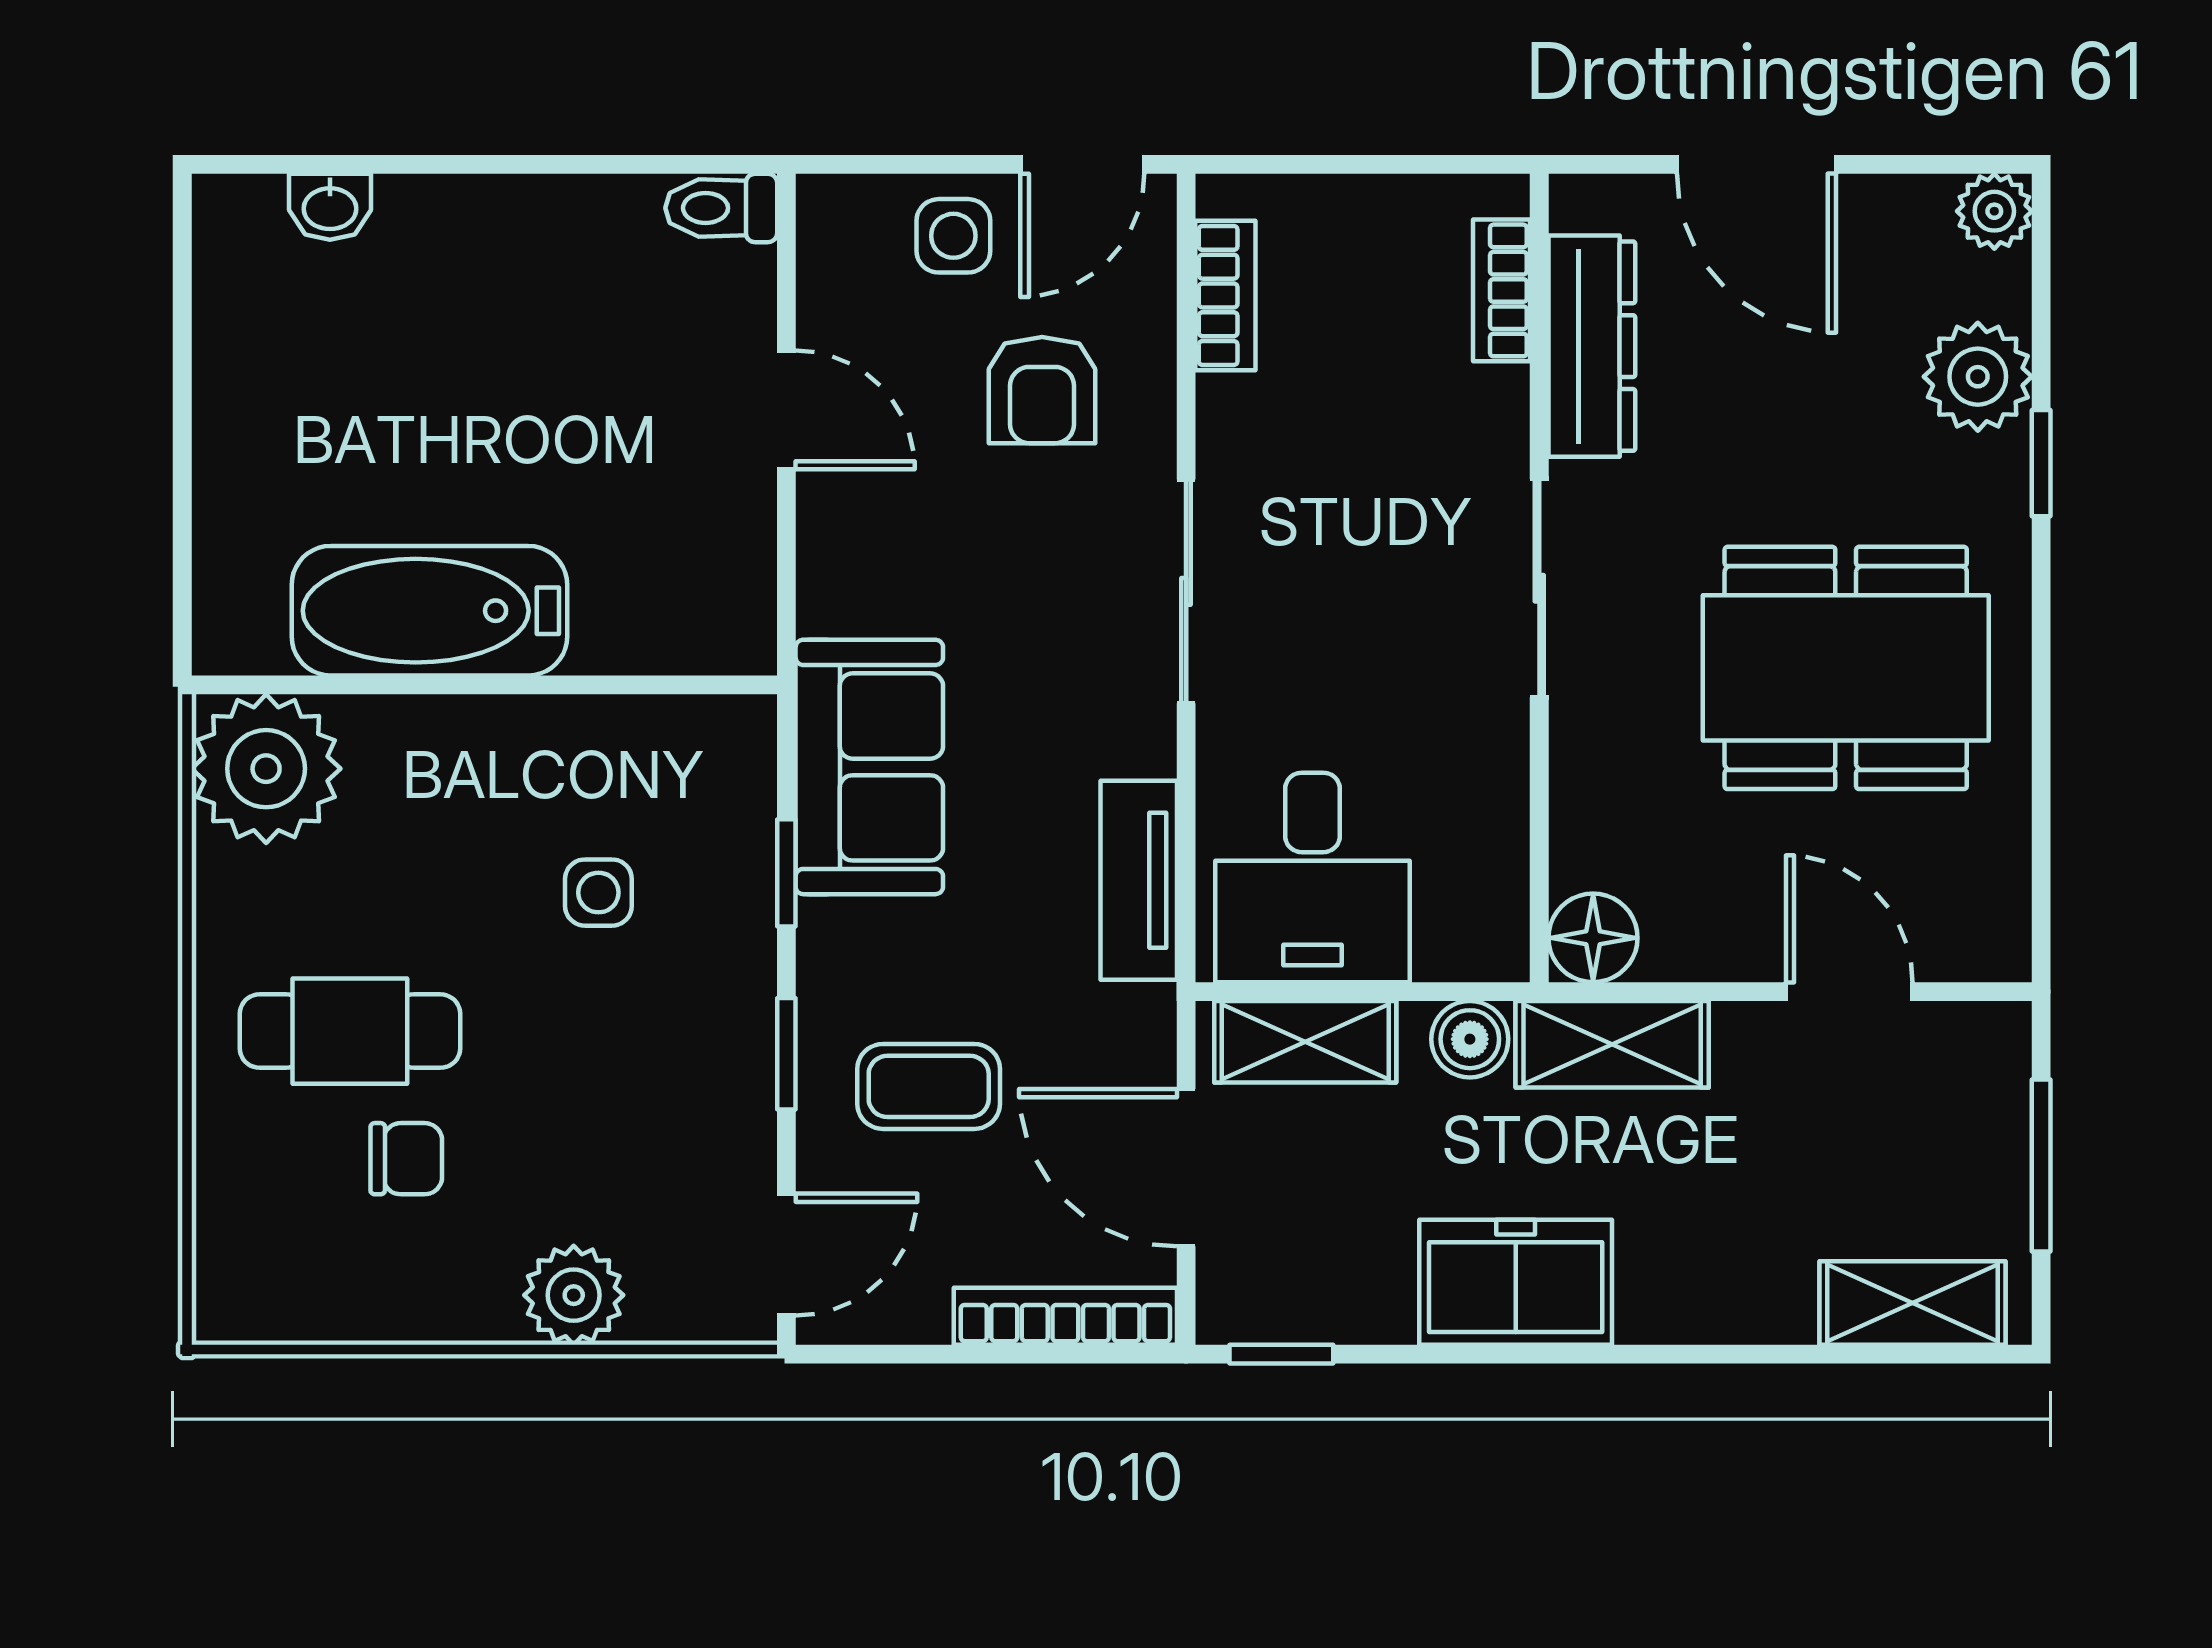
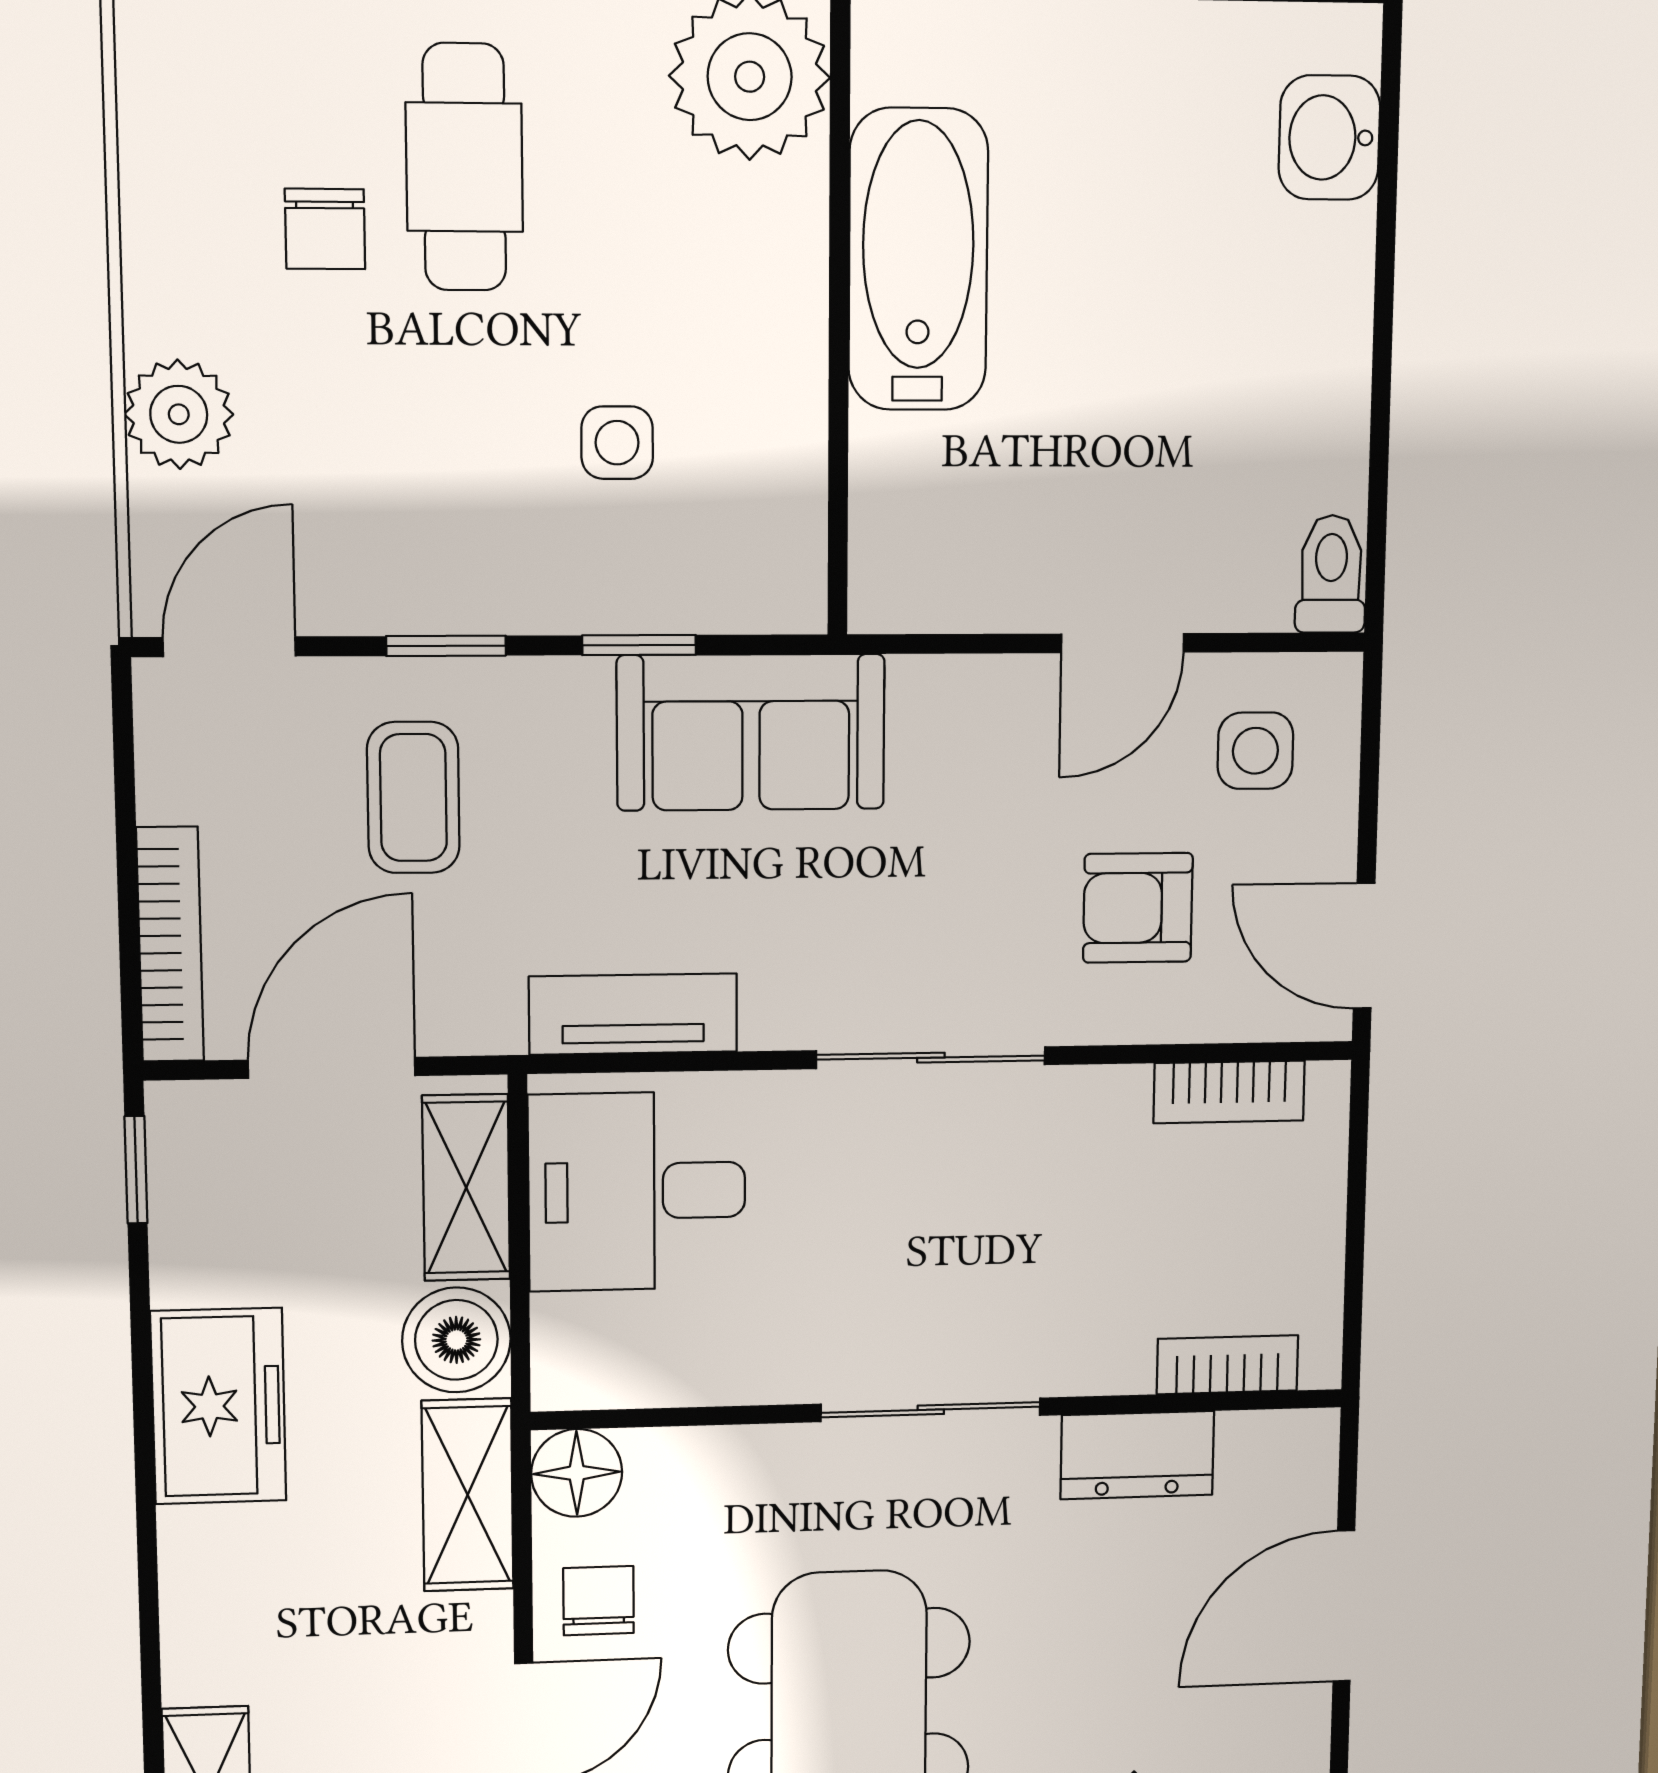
washbasin: (330, 207) -> (1329, 138), width x1.38, depth x1.45
side table: (953, 236) -> (1255, 751), moved
dresser: (1592, 346) -> (1137, 1455), width x0.70
chair: (1724, 917) -> (599, 1601), added
boiler: (1470, 1039) -> (456, 1340), width x1.36, depth x1.36
door: (786, 1254) -> (229, 647), swing flipped

